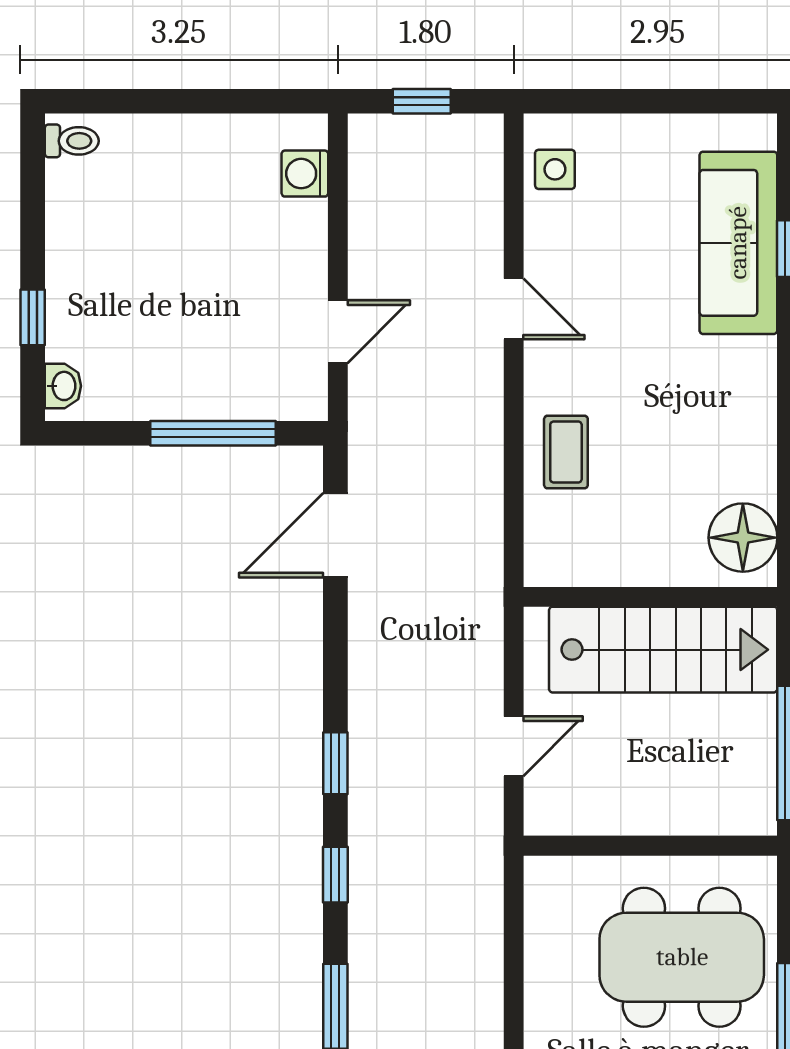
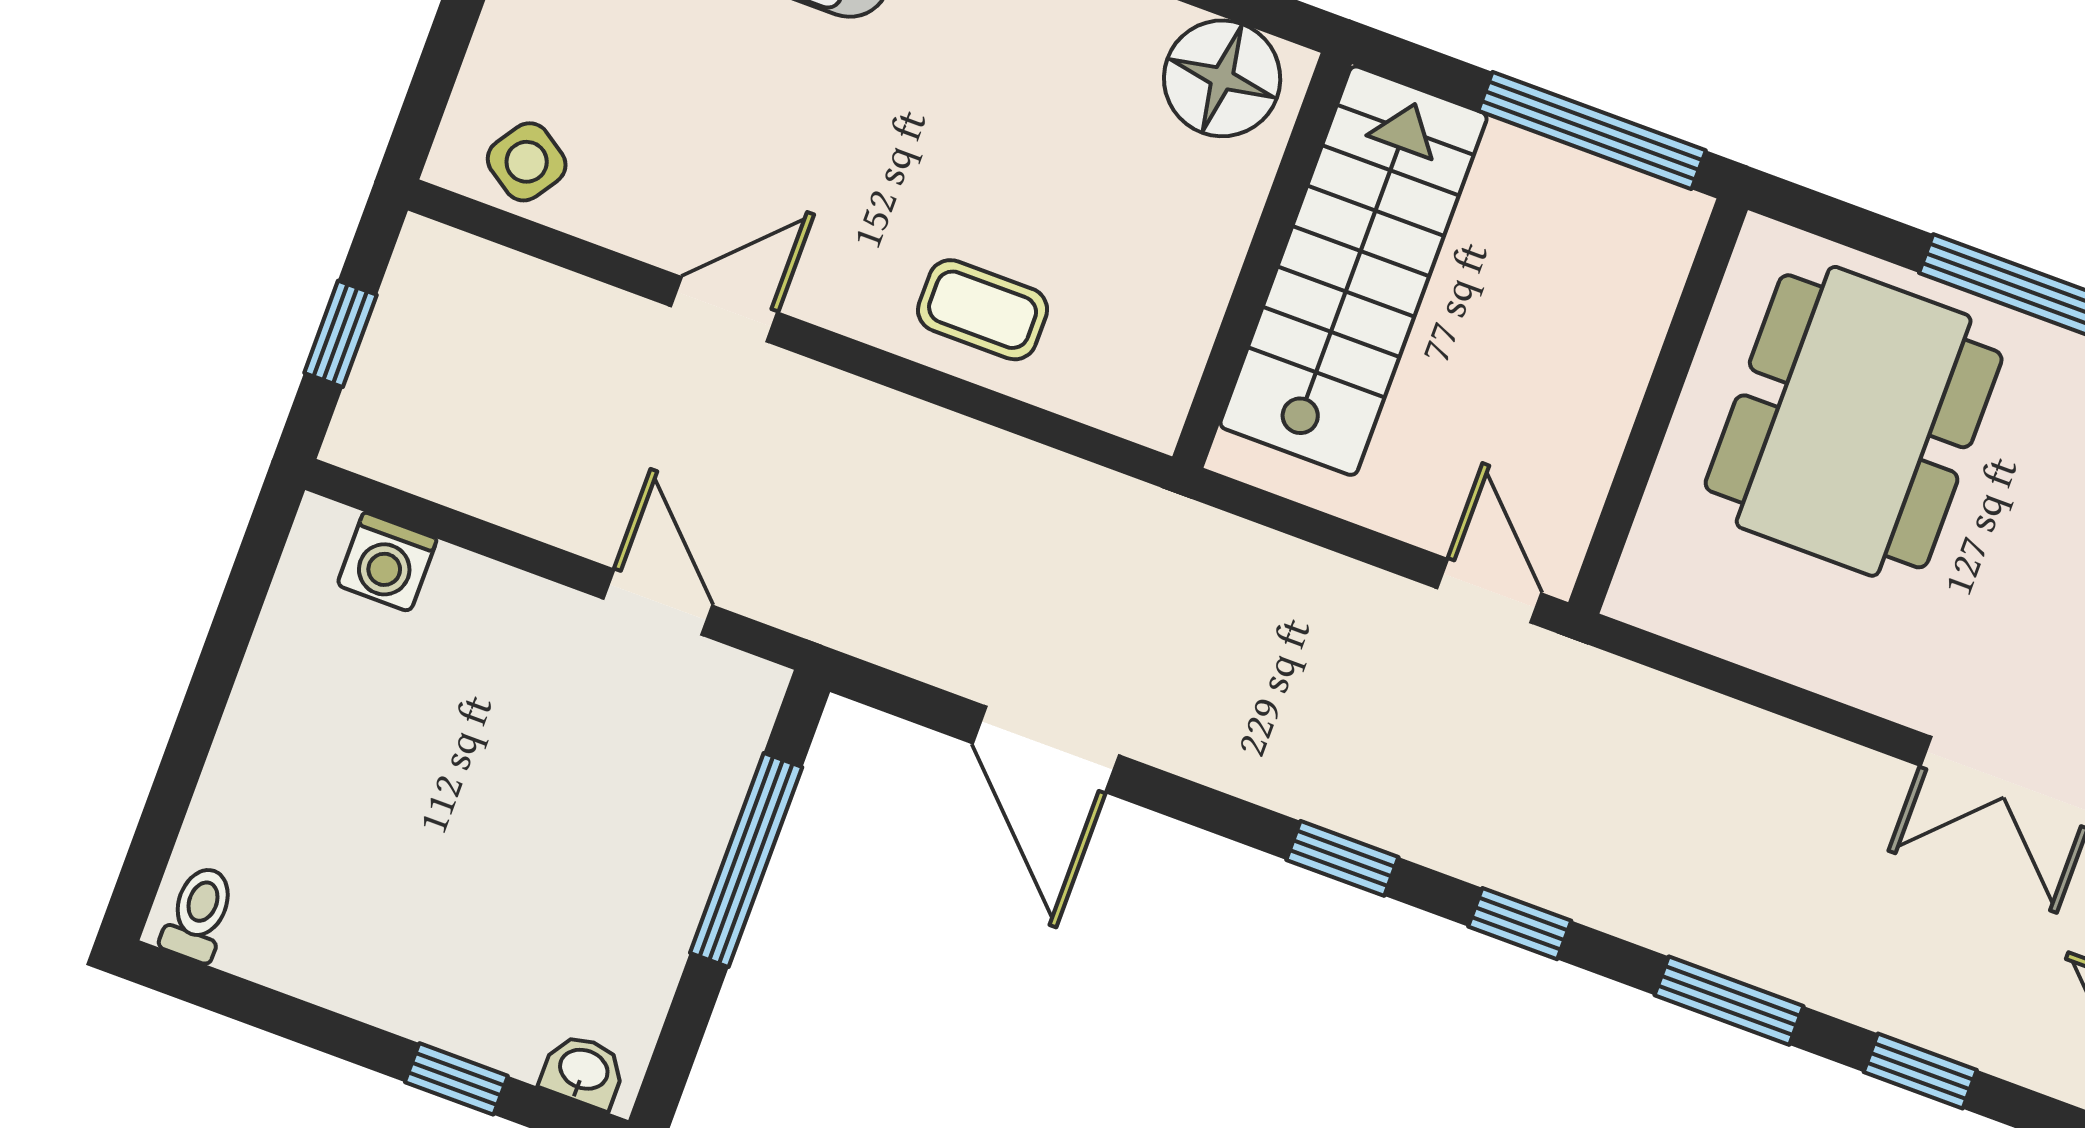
side table: (555, 169) -> (527, 162), turned 34
door: (335, 535) -> (1046, 749), moved
door: (514, 746) -> (1489, 591), moved

